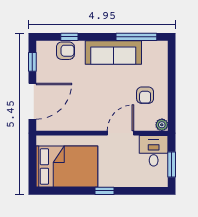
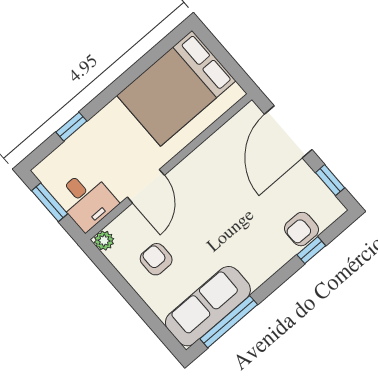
sofa: (113, 53) -> (208, 306), moved
window: (104, 191) -> (71, 127), moved

